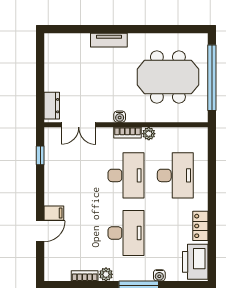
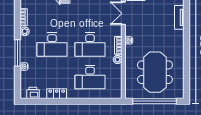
tv unit: (109, 40) -> (179, 17), moved
printer: (195, 262) -> (33, 93), width x0.53, depth x0.68

